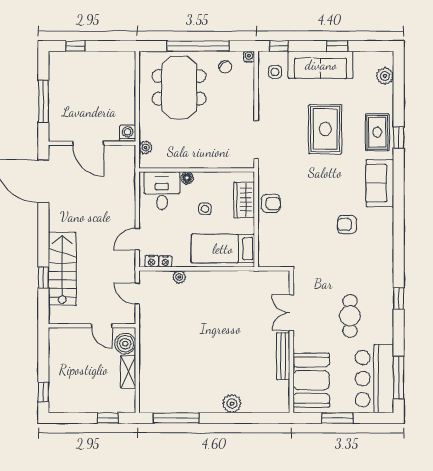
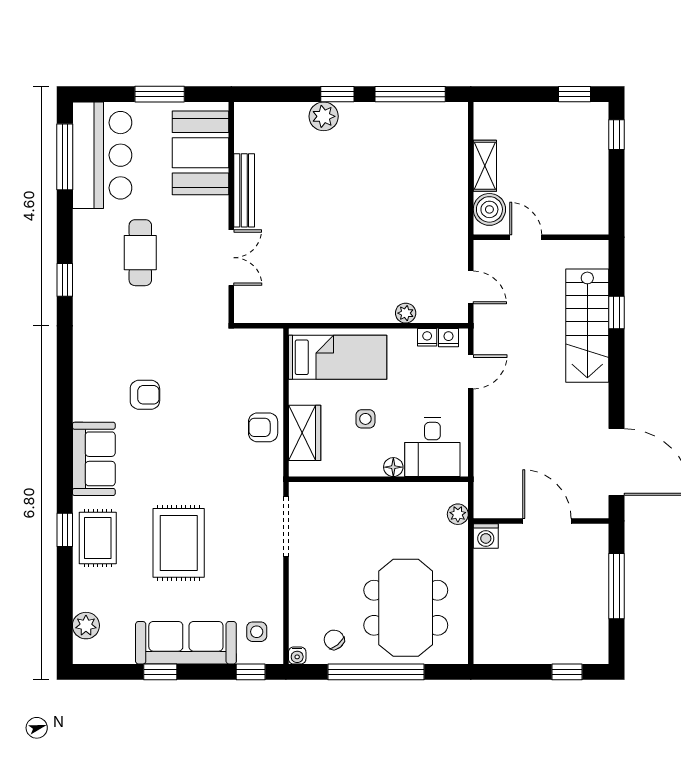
window: (108, 418) -> (575, 94), moved
window: (223, 418) -> (337, 94), added

